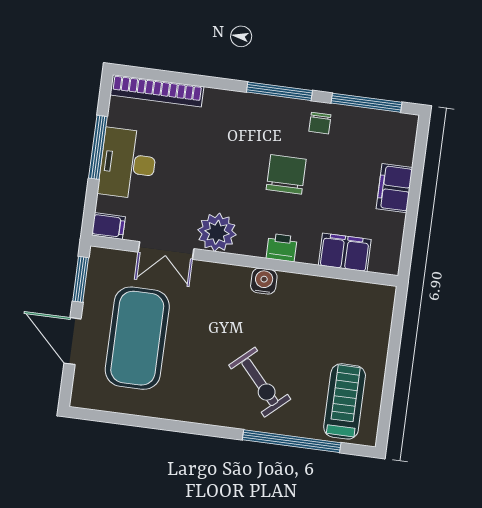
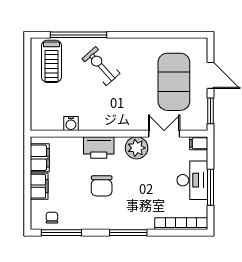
window: (279, 91) -> (128, 233), moved
chair: (320, 123) -> (52, 218), moved
printer: (282, 248) -> (99, 147), width x1.87, depth x1.48
filing cabinet: (345, 252) -> (40, 158), moved, turned -90
water cooler: (264, 281) -> (71, 124), moved

